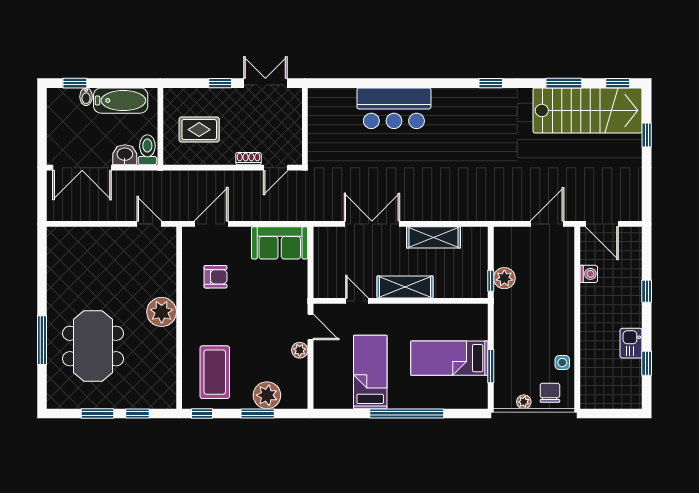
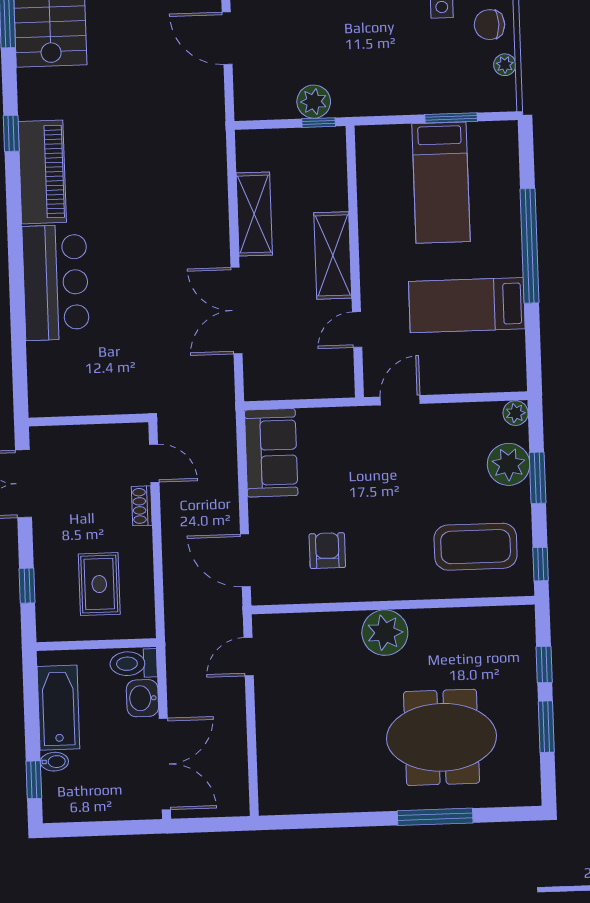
window: (220, 83) -> (27, 586), moved
piano: (465, 102) -> (42, 172), added
plant: (300, 350) -> (516, 413), moved

